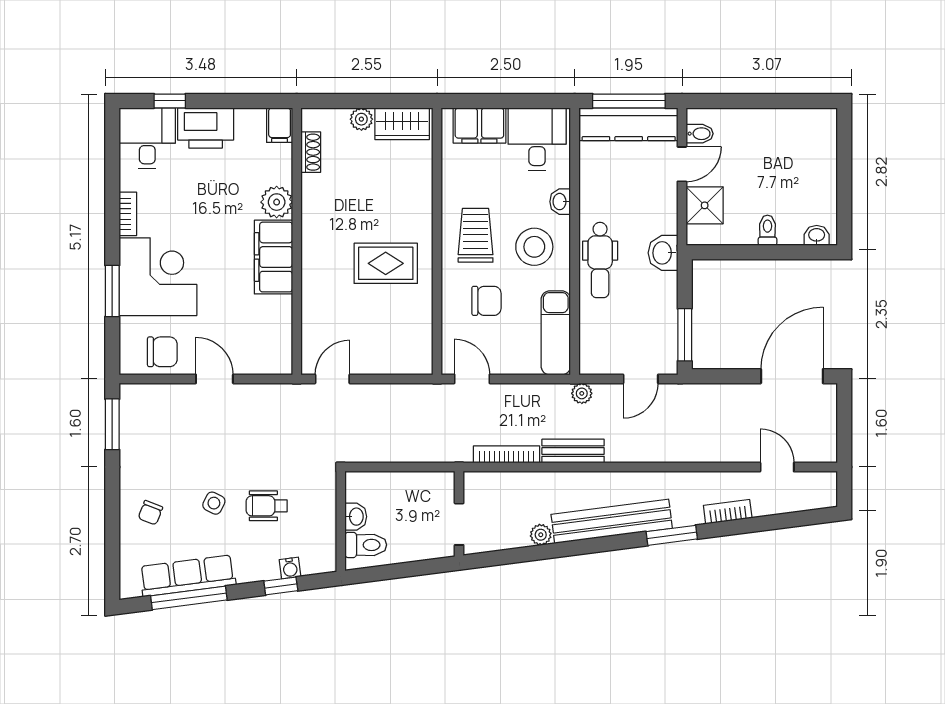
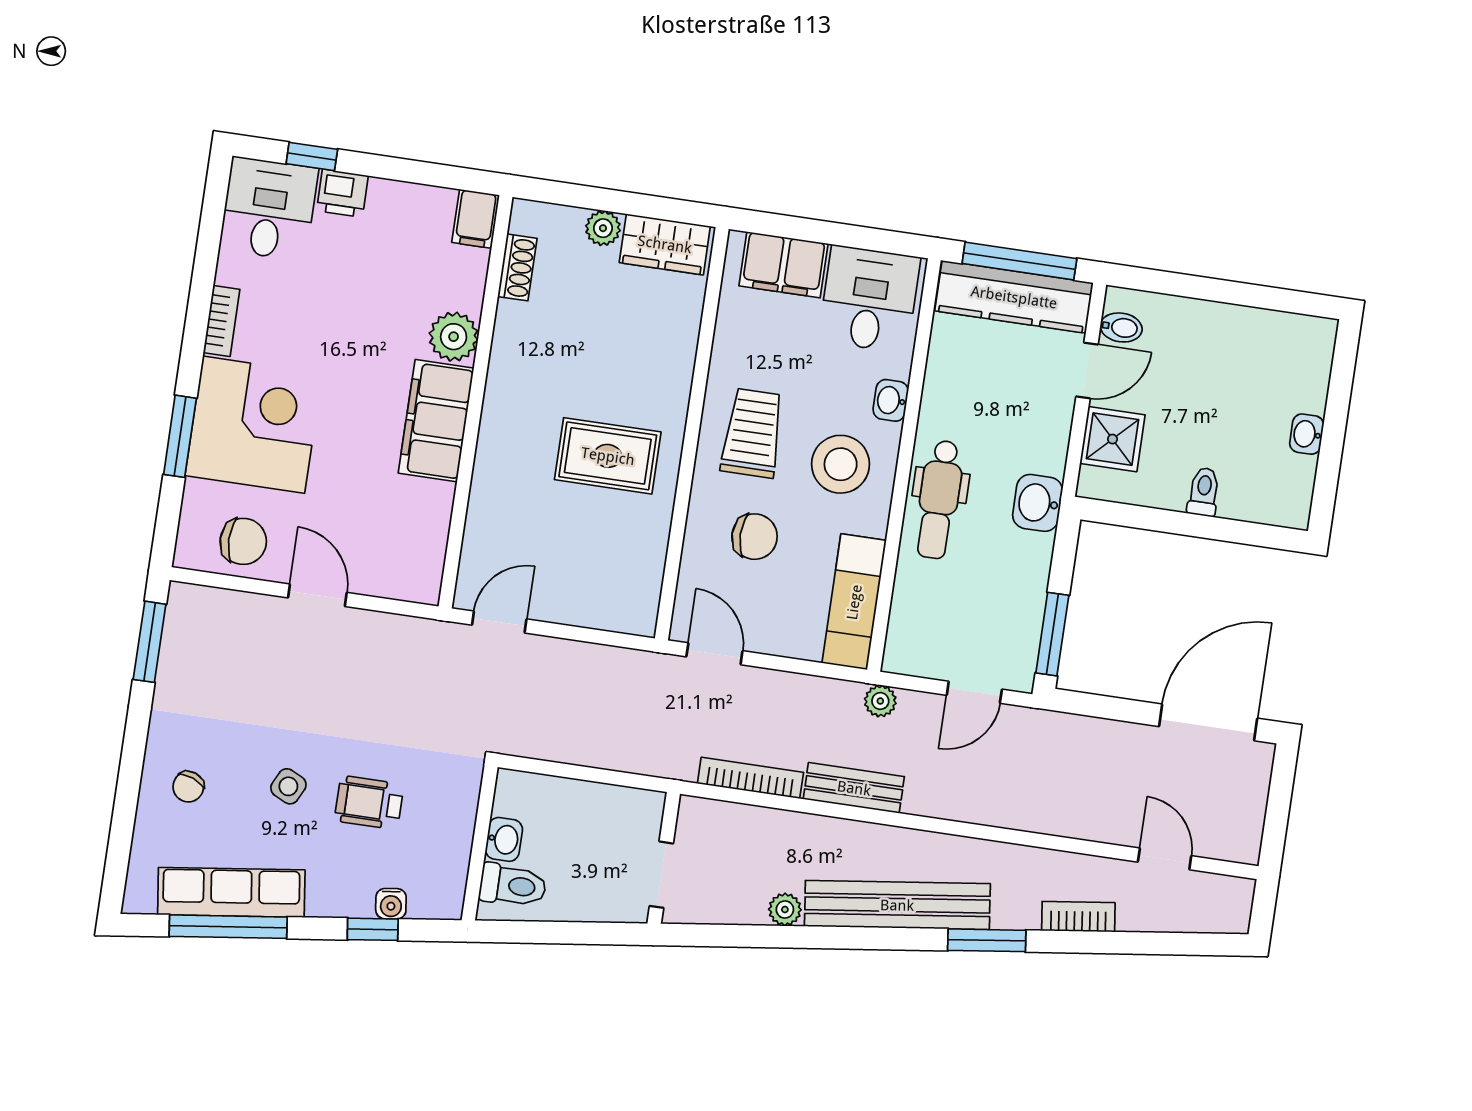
printer: (206, 128) -> (342, 193), width x0.53, depth x0.68
washbasin: (817, 235) -> (1307, 434), moved, turned -90

